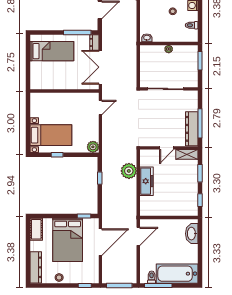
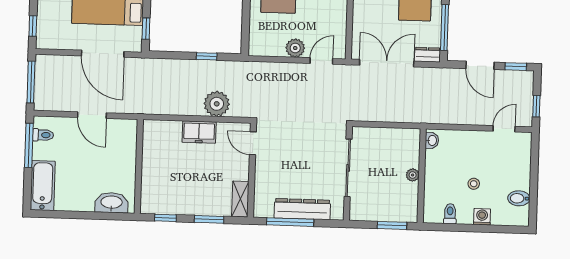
door: (100, 107) -> (321, 61), swing flipped
dresser: (192, 129) -> (302, 209), moved
plant: (93, 147) -> (295, 48), moved
door: (167, 148) -> (253, 143), moved
freezer: (147, 181) -> (199, 132), width x0.71
door: (138, 236) -> (92, 115), moved
bathtub: (177, 274) -> (43, 186), width x0.73, depth x0.73

